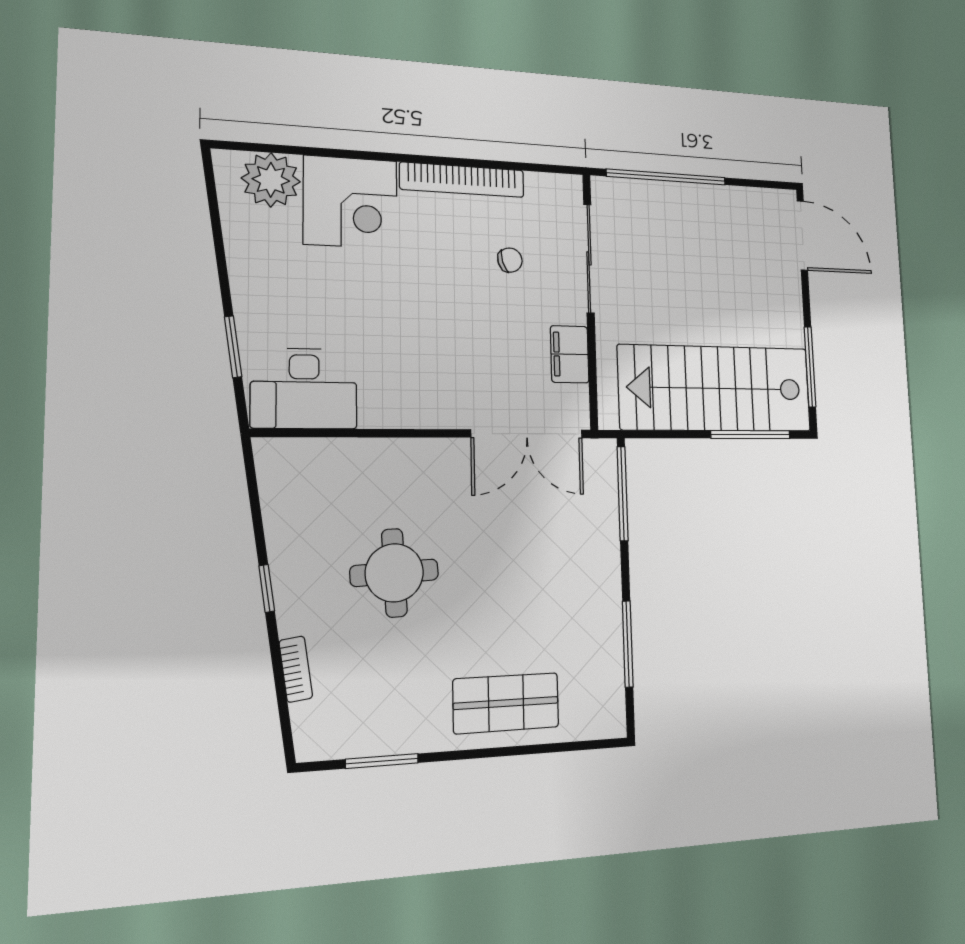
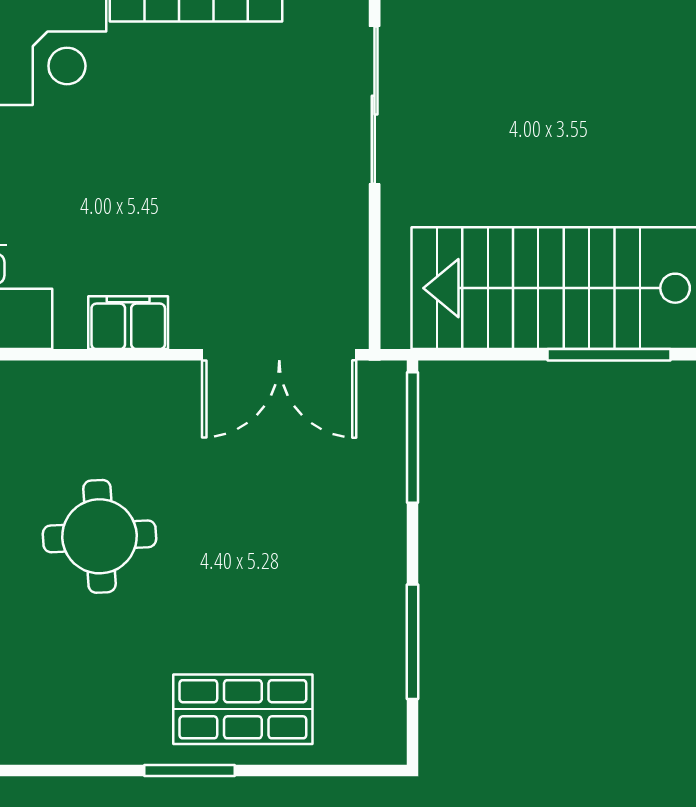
chair: (510, 260) -> (261, 113), removed
filing cabinet: (570, 354) -> (128, 323), moved, turned 90
window: (382, 761) -> (190, 770), moved

